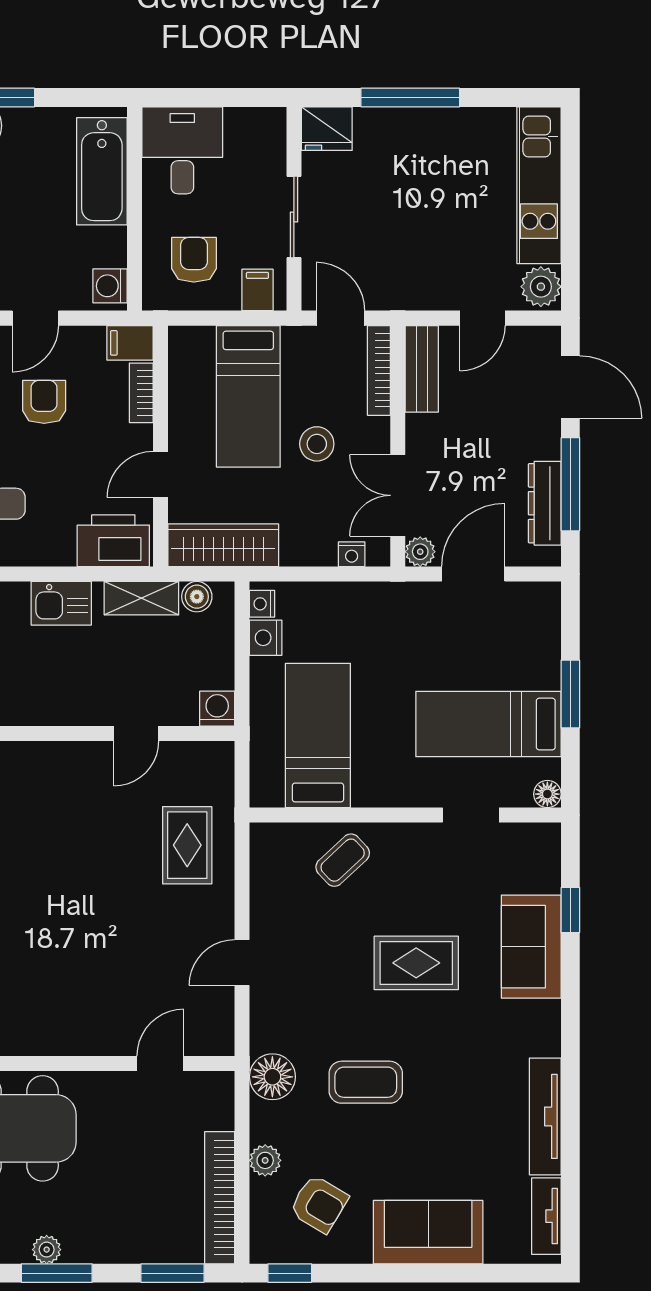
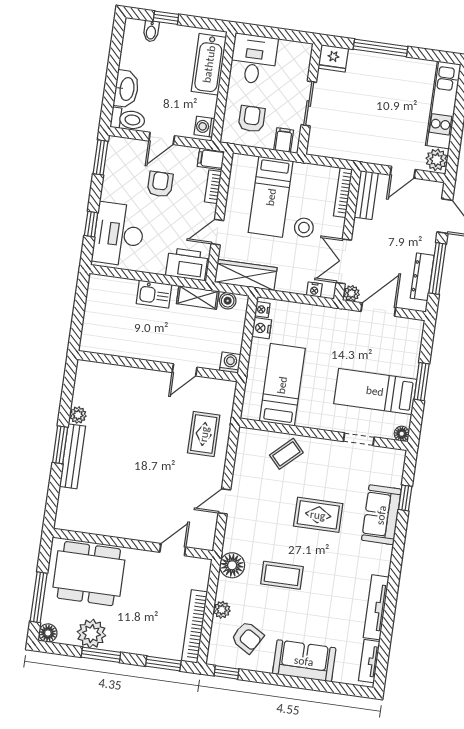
door: (340, 318) -> (326, 162), removed
plant: (47, 1250) -> (91, 634), width x1.87, depth x1.87

